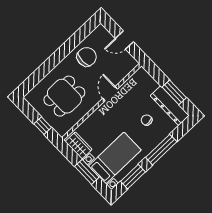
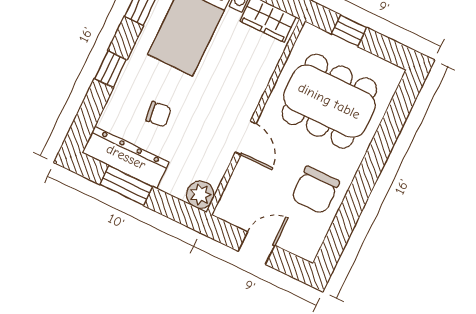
plant: (141, 75) -> (200, 195), added
dining table: (64, 96) -> (329, 101), width x1.37
window: (161, 150) -> (111, 69), width x0.46

